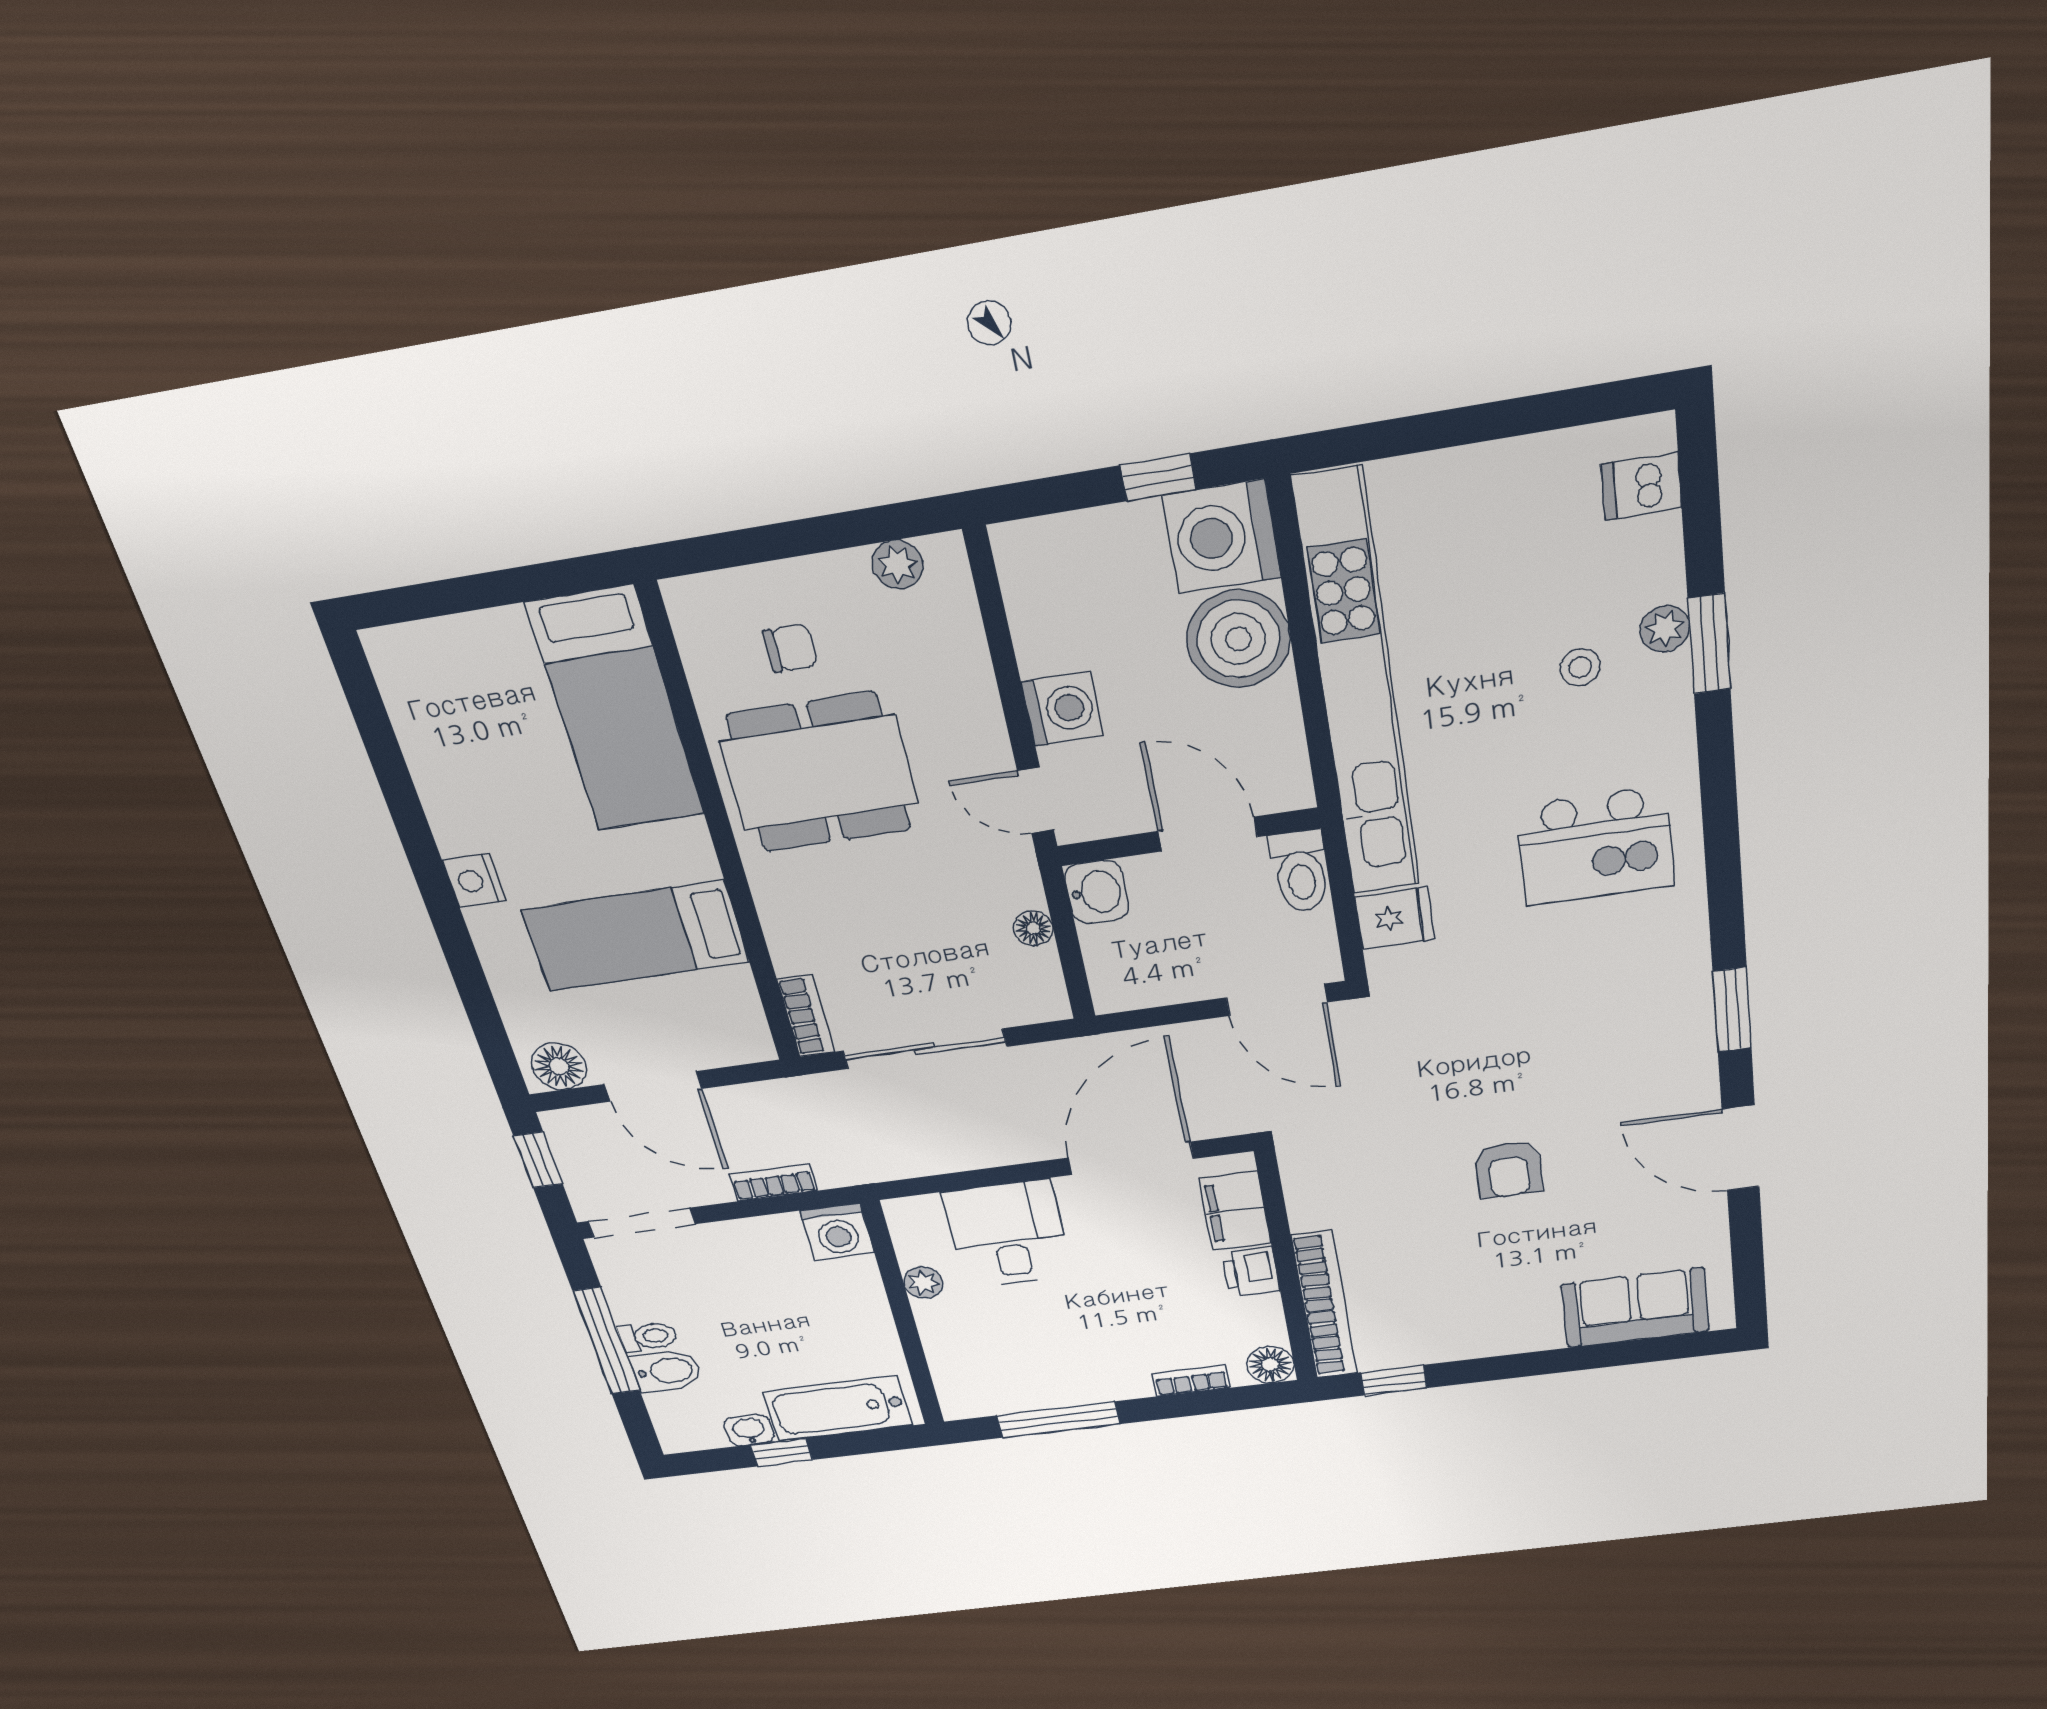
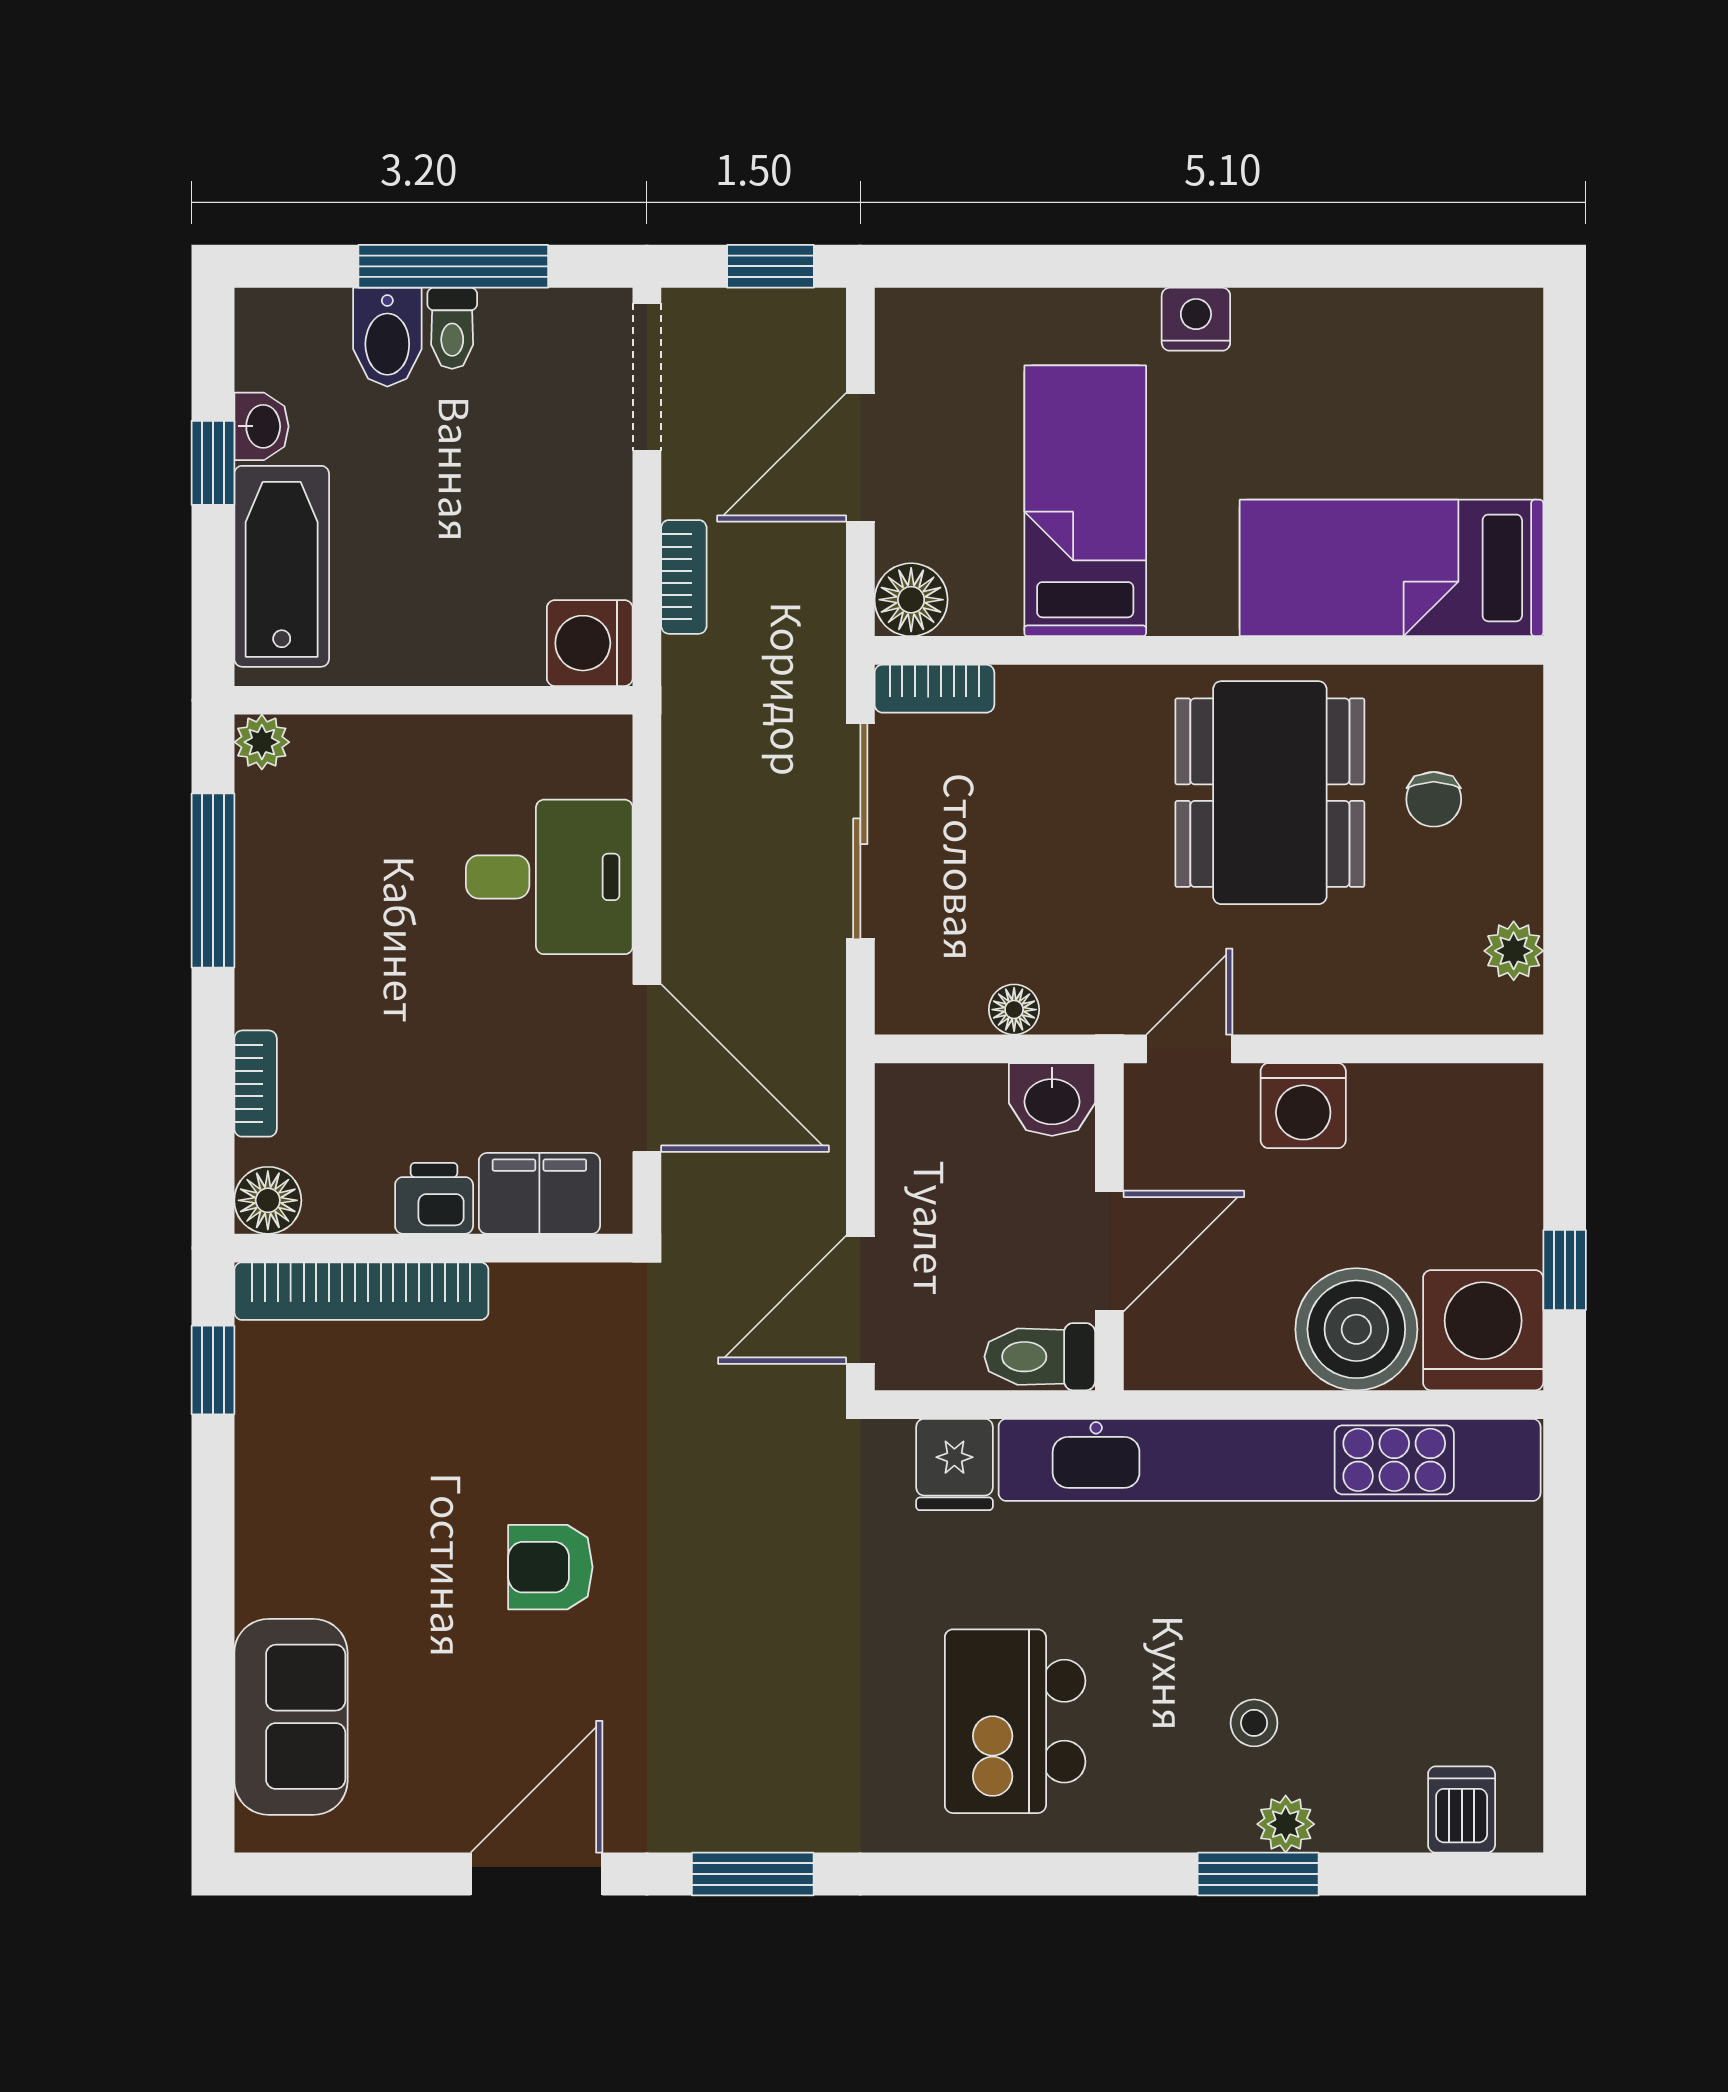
floor lamp: (559, 1066) -> (911, 600), moved
plant: (923, 1283) -> (262, 742), moved

